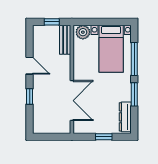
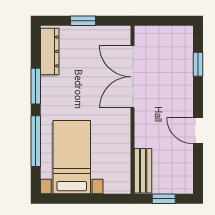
plant: (83, 32) -> (115, 183), removed
window: (30, 97) -> (198, 64), moved

